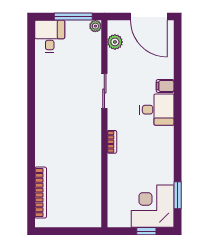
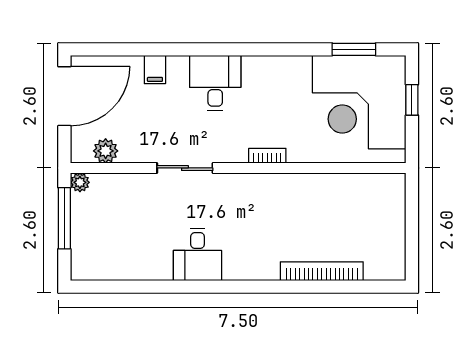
desk: (50, 36) -> (198, 255), moved, turned -90
filing cabinet: (165, 86) -> (155, 69), moved
bookcase: (41, 193) -> (322, 271), moved
corner desk: (153, 206) -> (359, 102), width x1.36, depth x1.36

